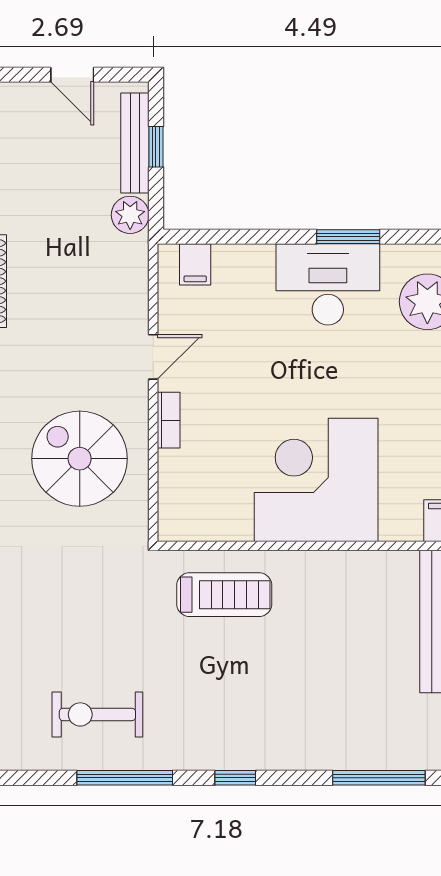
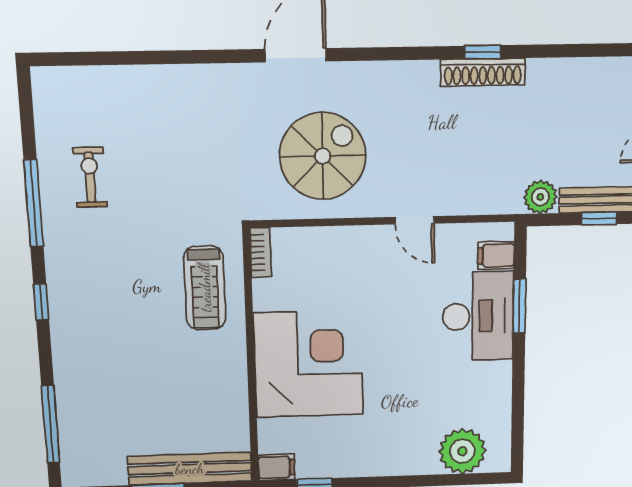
window: (348, 237) -> (519, 306), moved
desk: (328, 284) -> (478, 316), moved
bookcase: (169, 420) -> (261, 252), moved, turned -90
exercise bike: (97, 714) -> (90, 177), width x0.73, depth x0.72

